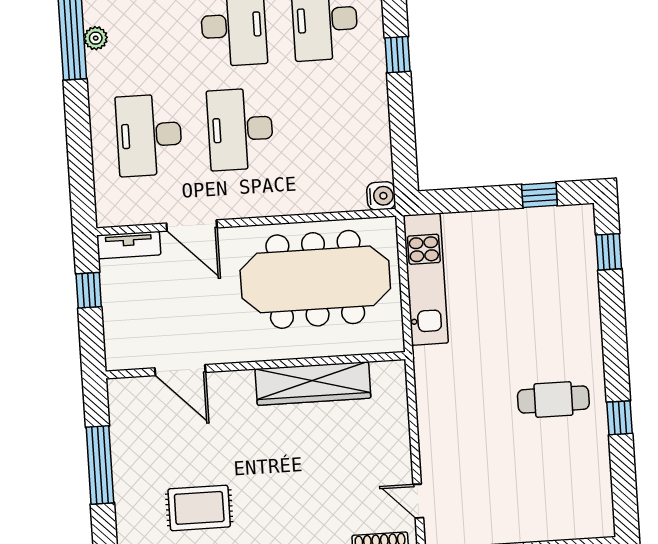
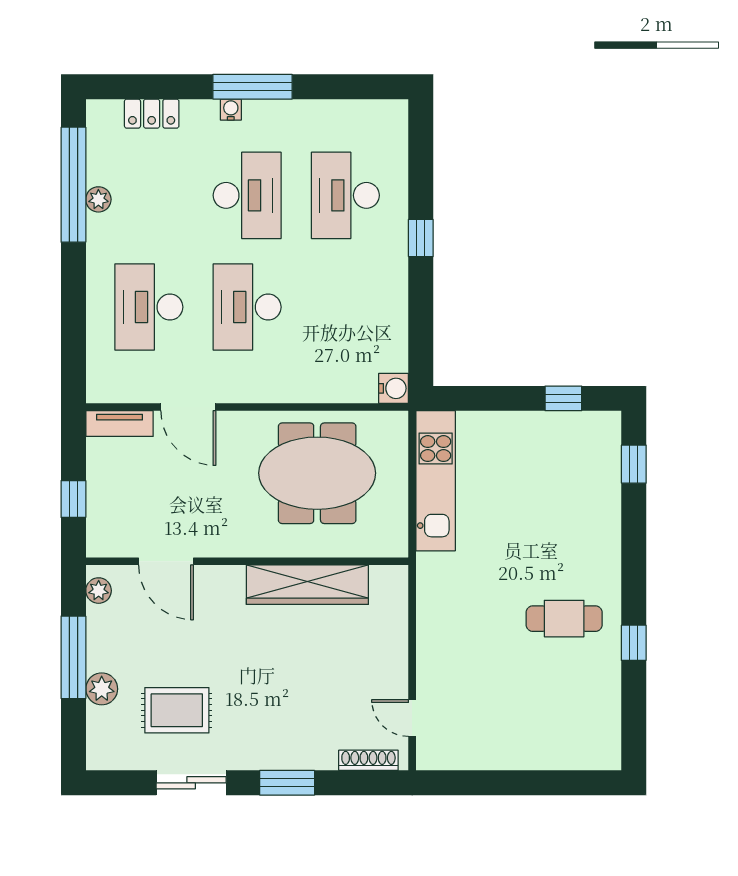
meeting table: (315, 279) -> (317, 473), width x0.73
window: (89, 290) -> (73, 499), moved
plant: (119, 401) -> (99, 591), added
plant: (128, 493) -> (102, 689), added

